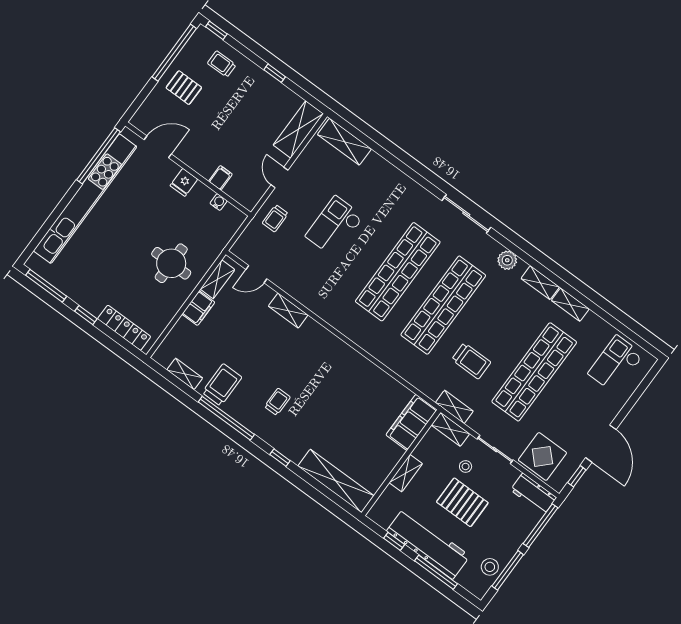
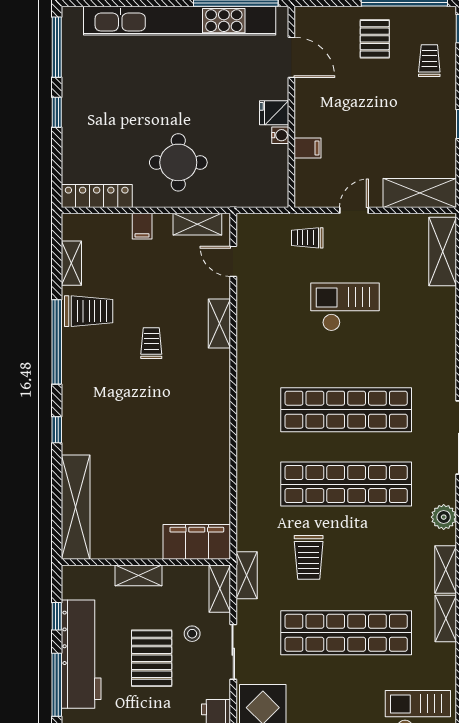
water cooler: (219, 202) -> (280, 135), moved
filing cabinet: (198, 308) -> (142, 226), width x0.50
locker: (124, 328) -> (97, 196), moved, turned -90
trolley: (277, 402) -> (151, 343), moved, turned -90

